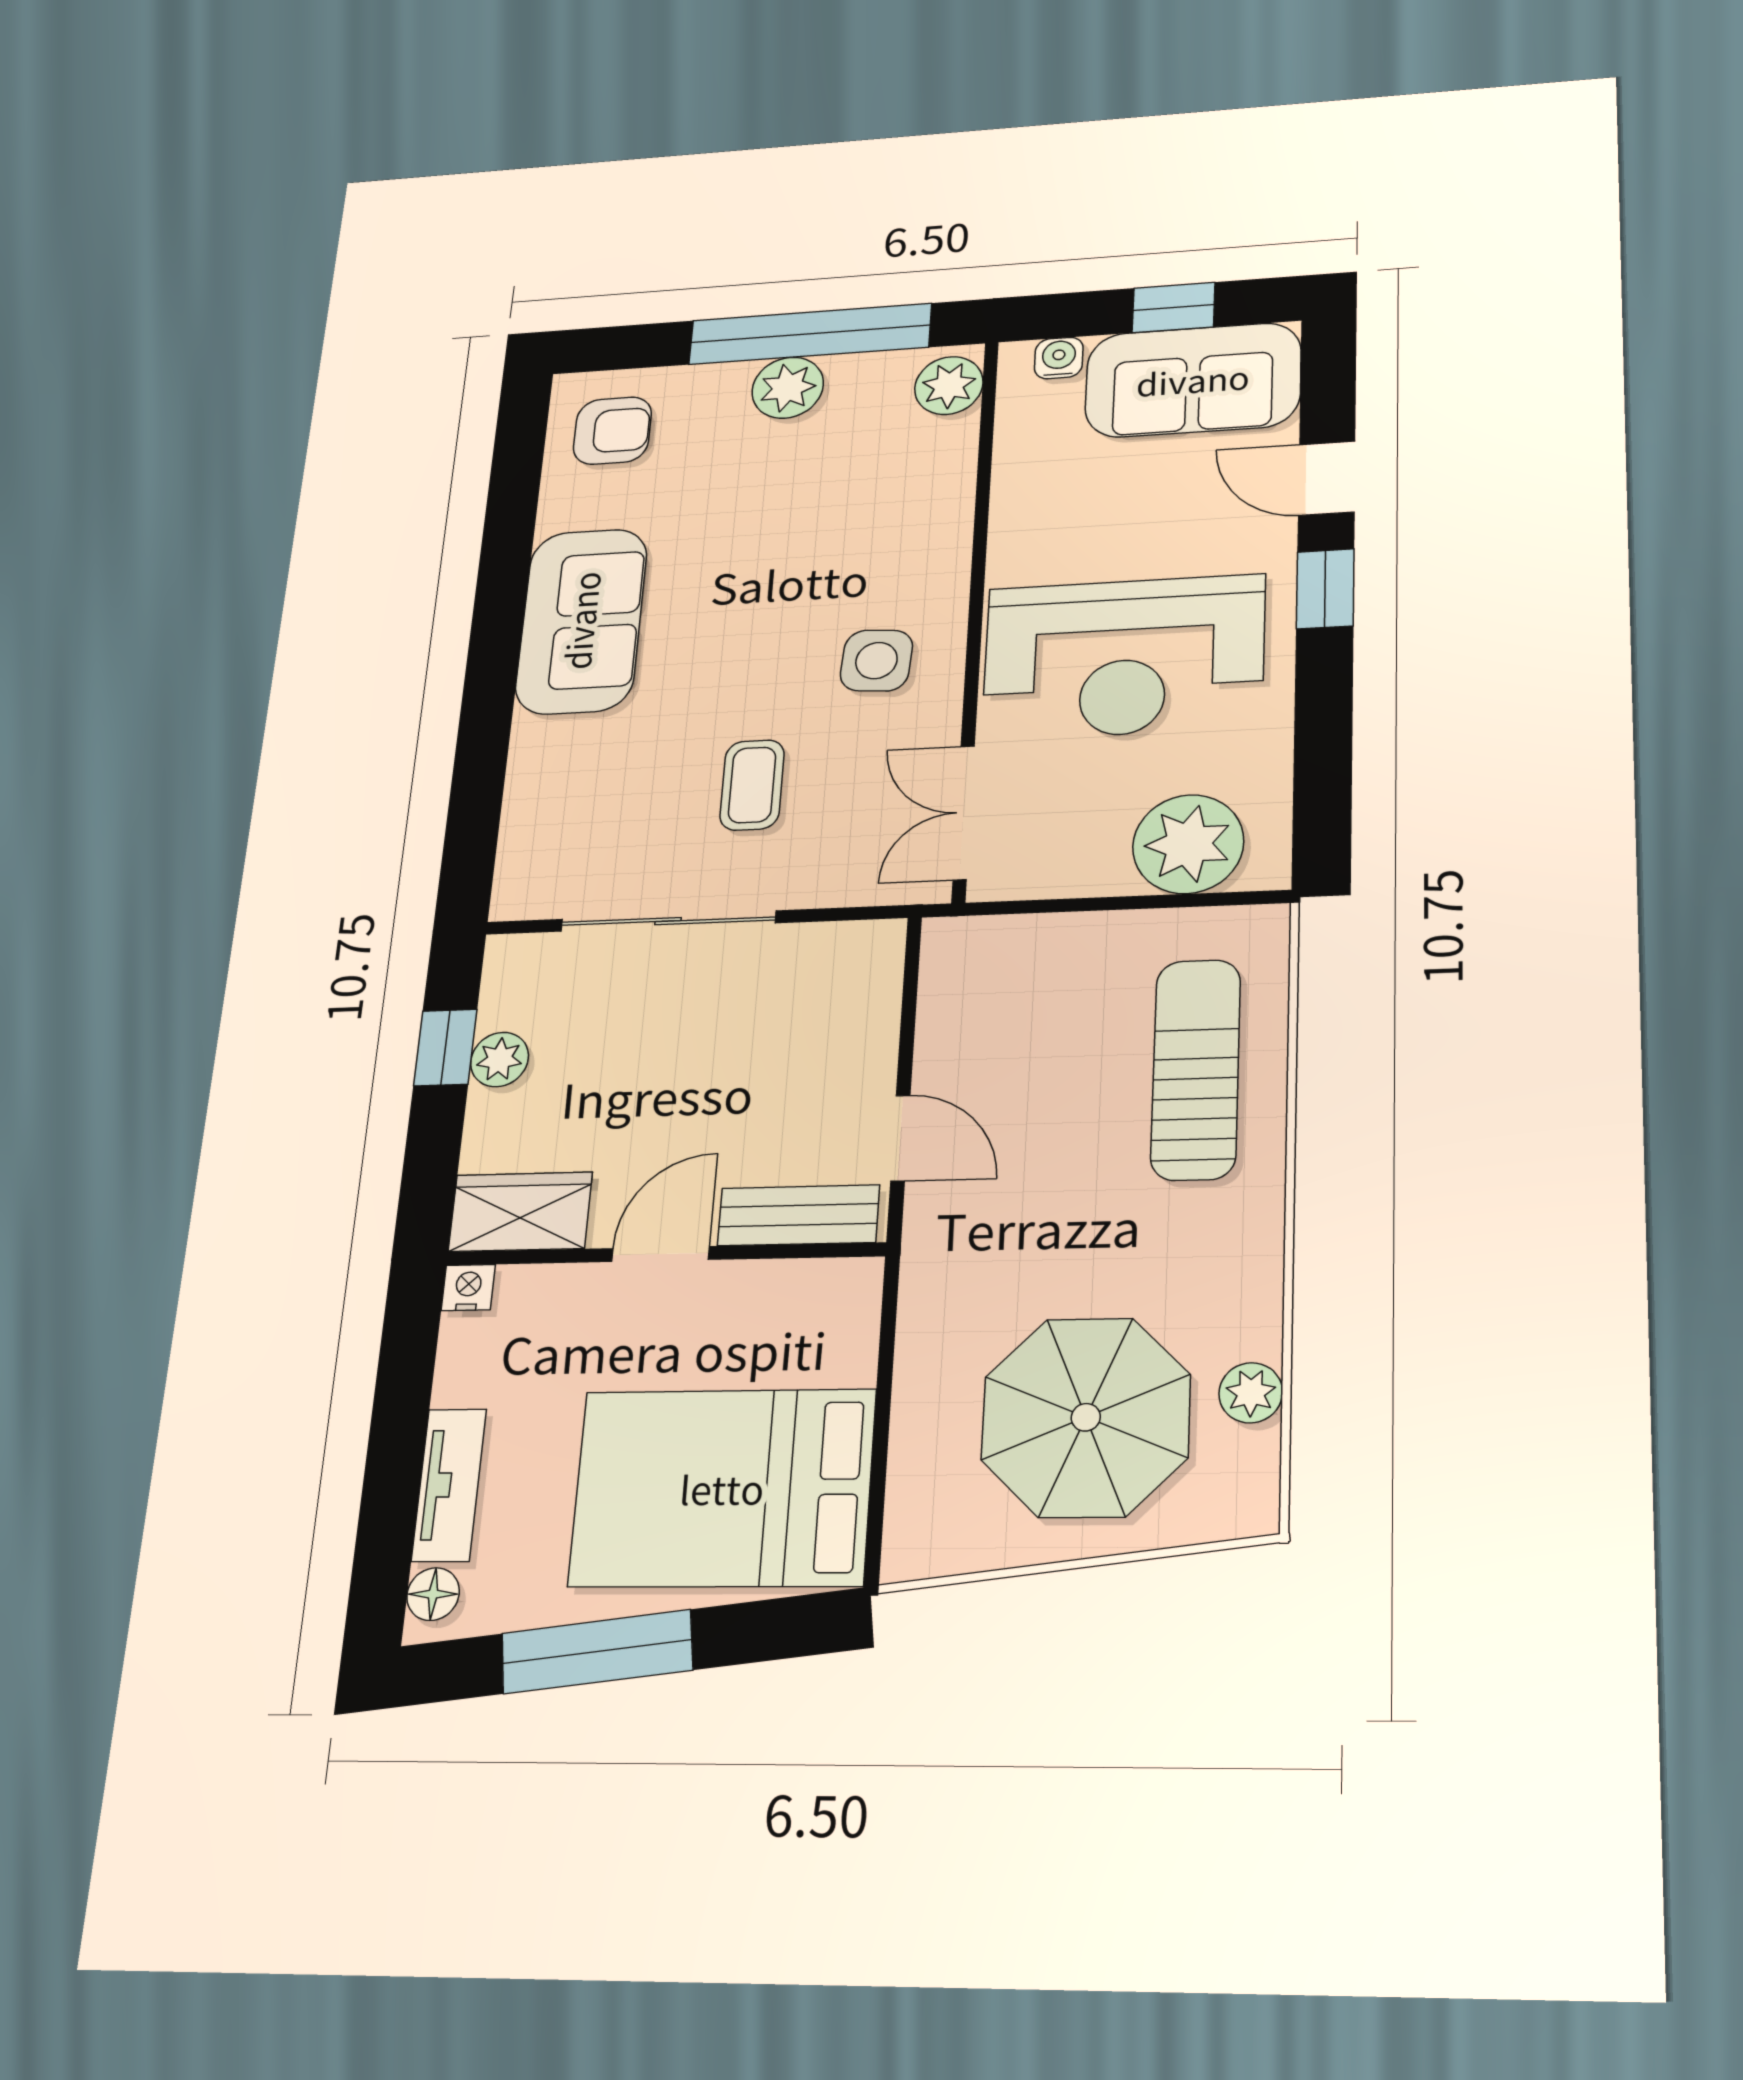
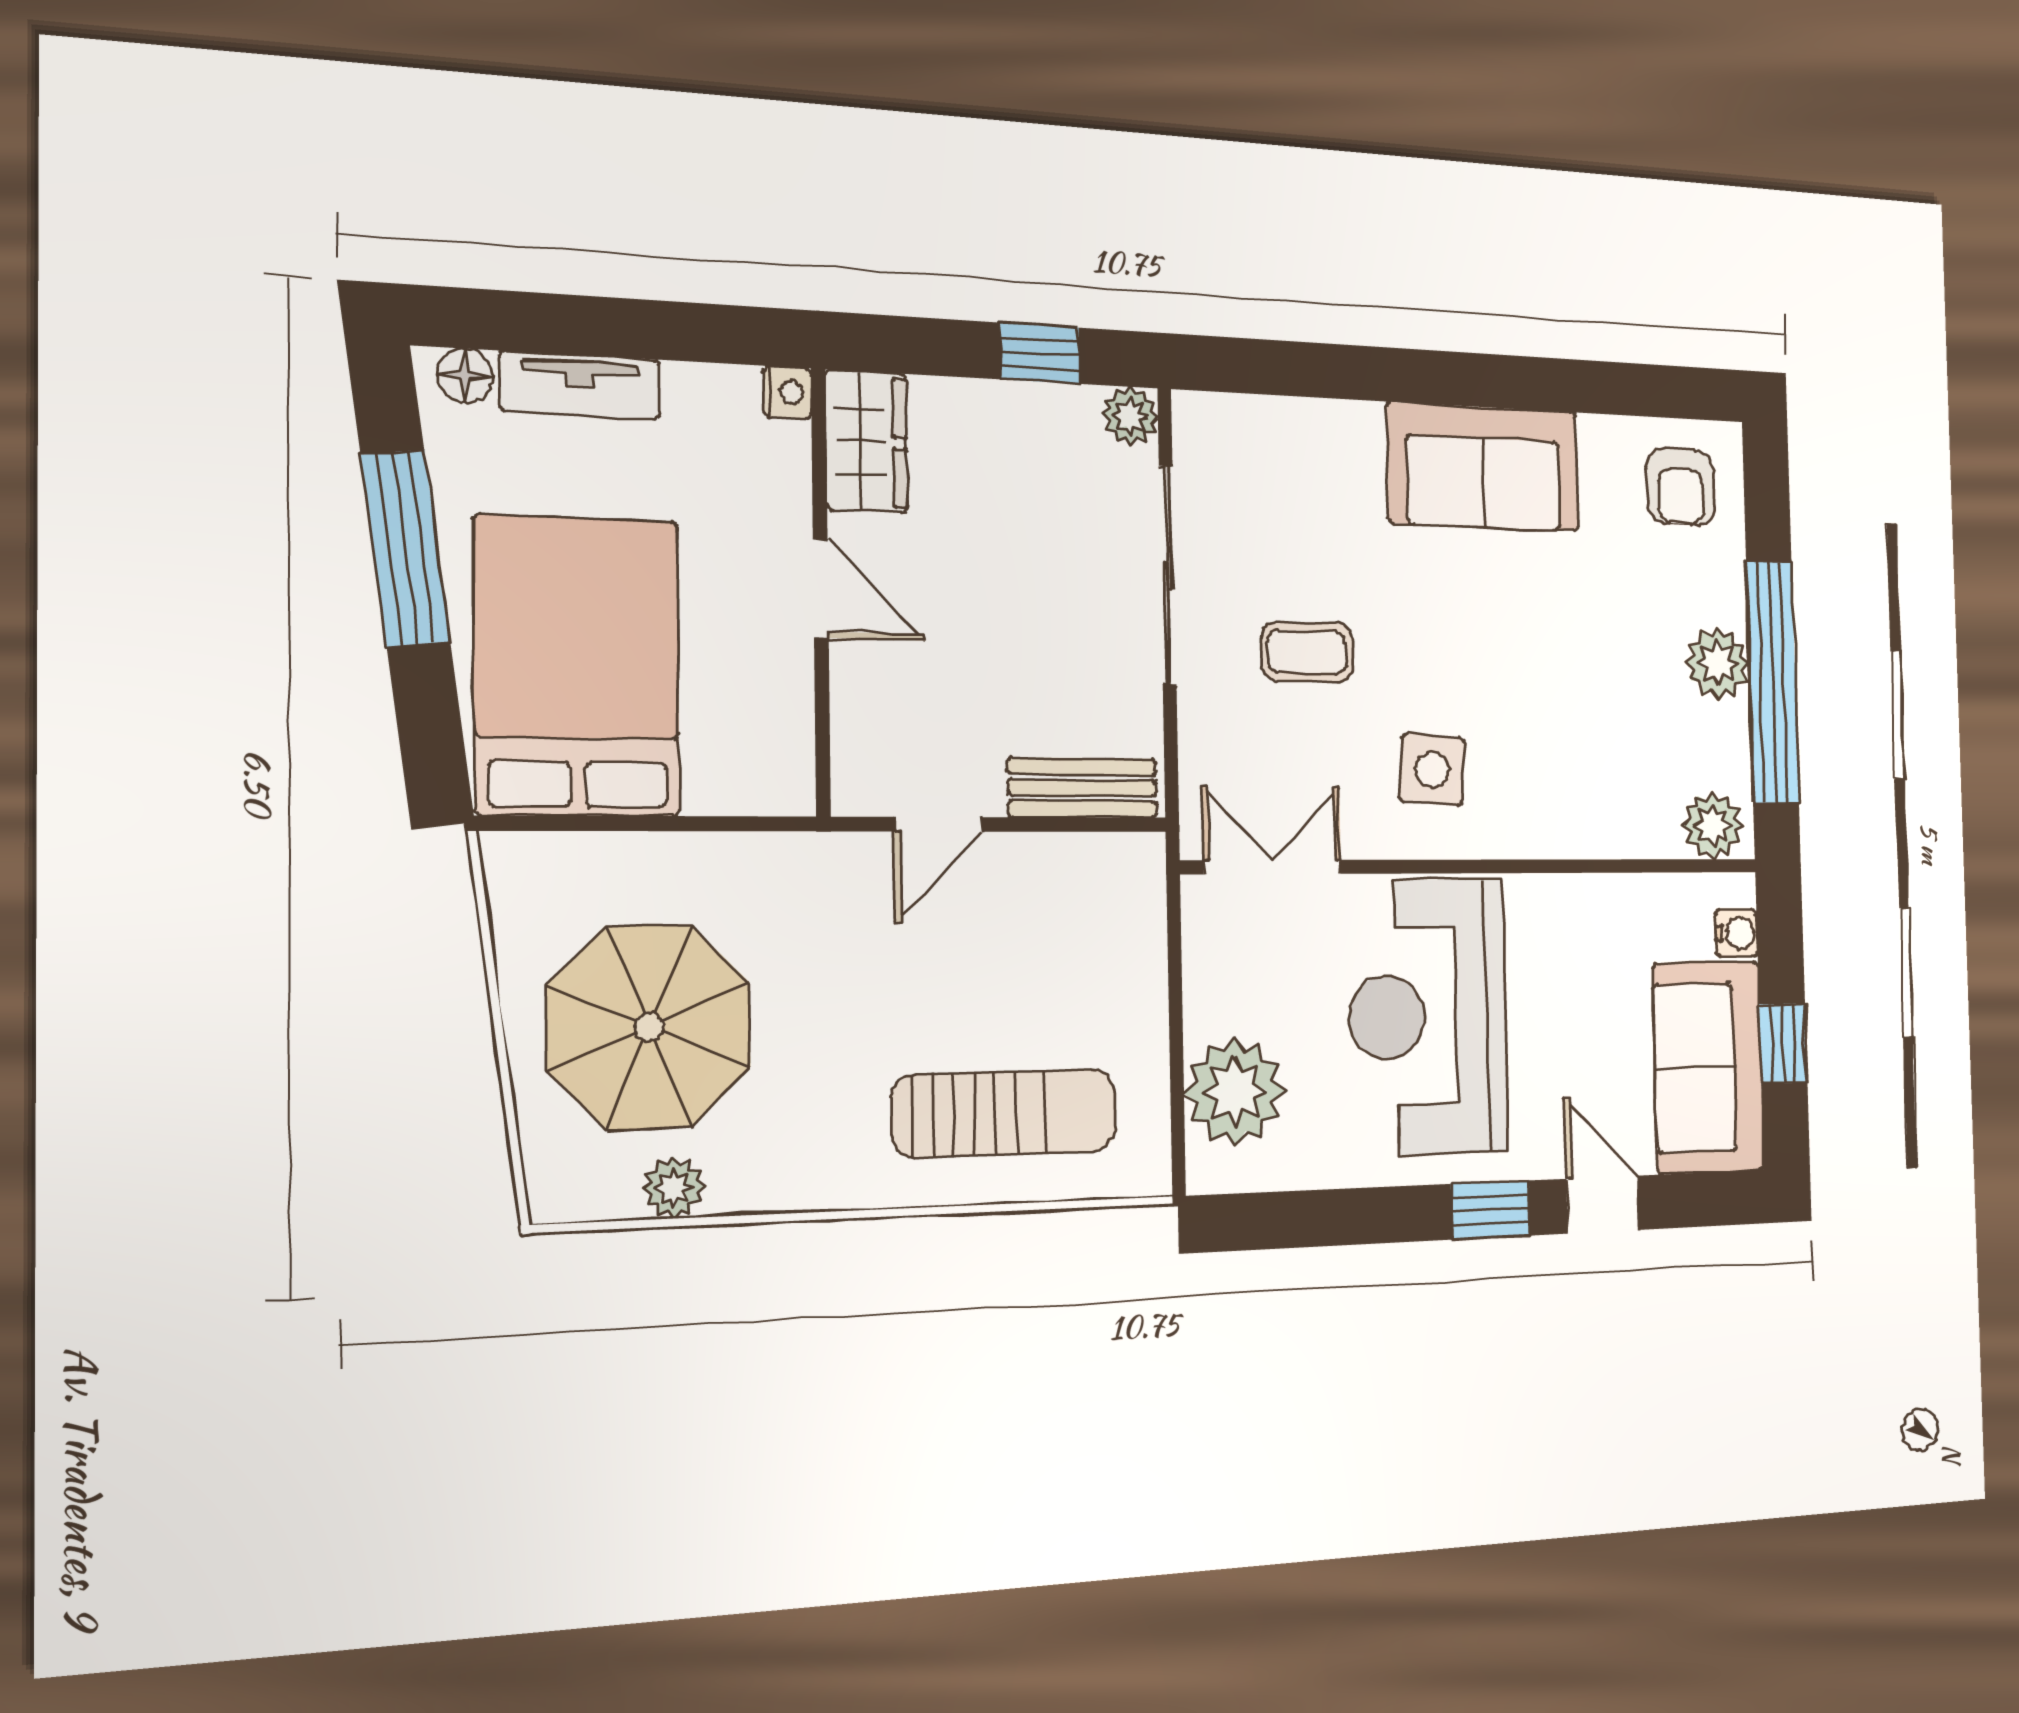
door: (1327, 478) -> (1603, 1204), hinge flipped
plant: (500, 1060) -> (1130, 416), moved
bench: (798, 1215) -> (1083, 788), moved, turned 90

